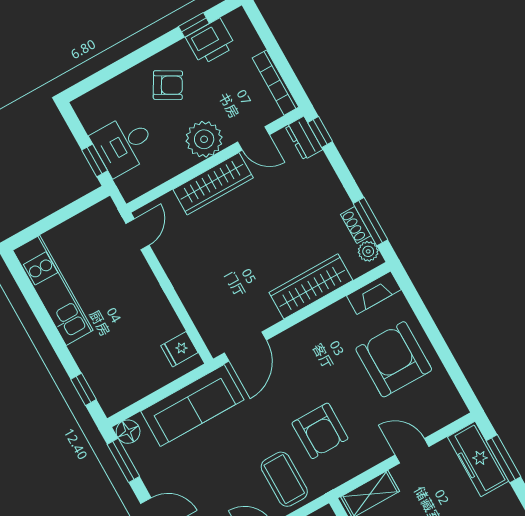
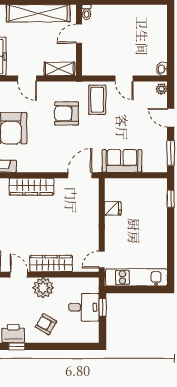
kitchen unit: (53, 290) -> (136, 277), moved, turned 90
fridge: (179, 349) -> (113, 208), moved
sofa: (192, 405) -> (122, 161), width x0.73
armchair: (320, 431) -> (67, 114), turned -90
floor lamp: (128, 432) -> (161, 166), removed

